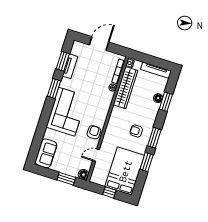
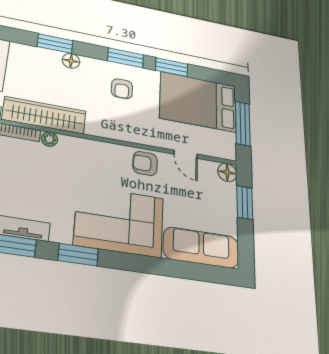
floor lamp: (158, 98) -> (71, 61), moved
sofa: (46, 153) -> (201, 248), width x1.36
window: (109, 192) -> (243, 124), width x2.17

